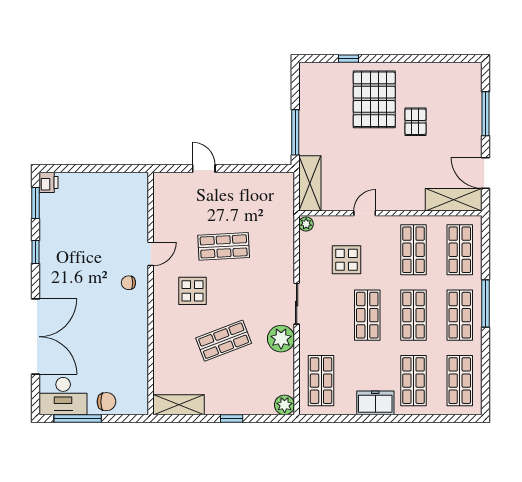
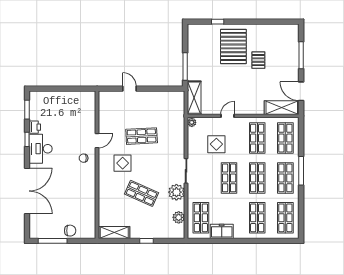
printer: (48, 182) -> (35, 127), moved
shop shelf: (224, 341) -> (142, 193), turned 45
desk: (63, 396) -> (41, 149), moved, turned 90
freezer: (375, 403) -> (222, 231), moved
plant: (285, 405) -> (179, 217), moved

